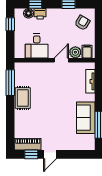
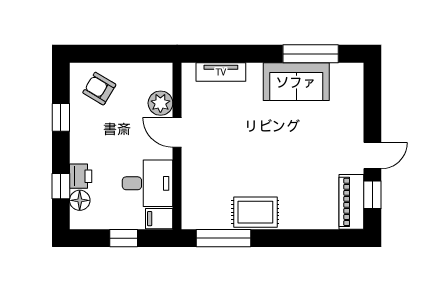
window: (10, 24) -> (124, 238), moved
filing cabinet: (87, 52) -> (159, 219), moved
door: (50, 154) -> (372, 156), hinge flipped

